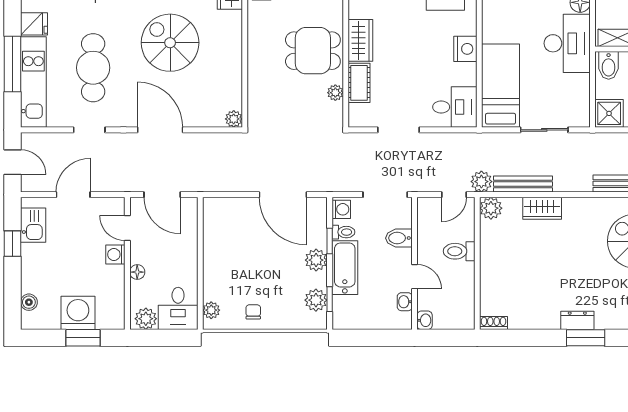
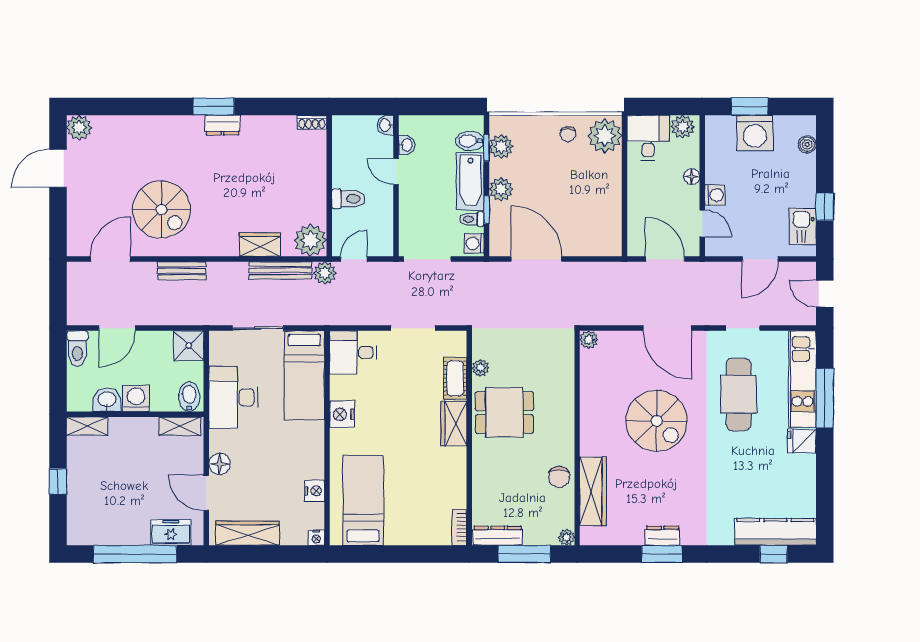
desk: (567, 43) -> (233, 397), moved
plant: (491, 208) -> (310, 240), width x1.36, depth x1.36
bidet: (399, 238) -> (470, 141), moved, turned 180
plant: (211, 310) -> (605, 136), width x1.87, depth x1.87

